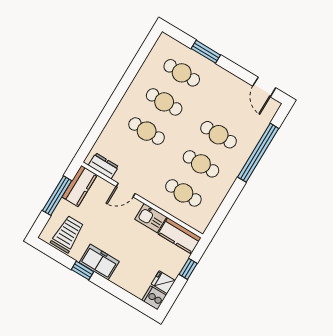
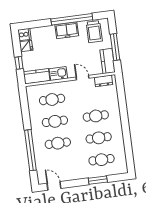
door: (126, 190) -> (83, 78), hinge flipped
window: (82, 271) -> (72, 19), width x3.17

